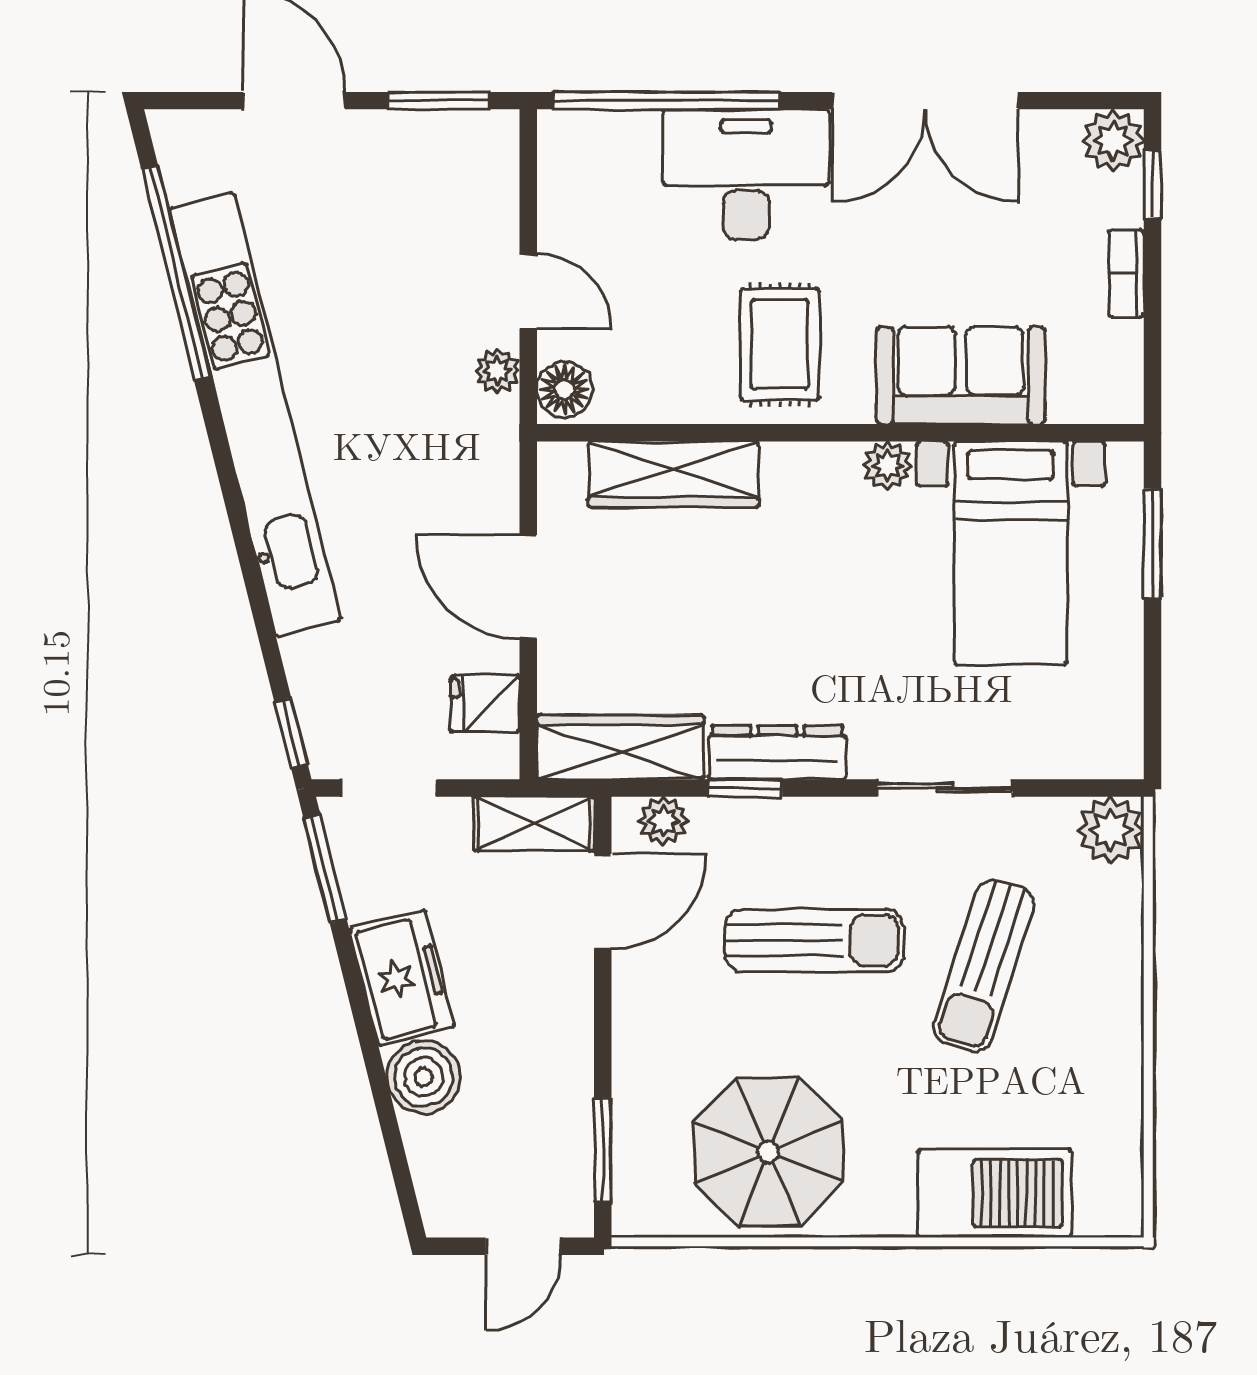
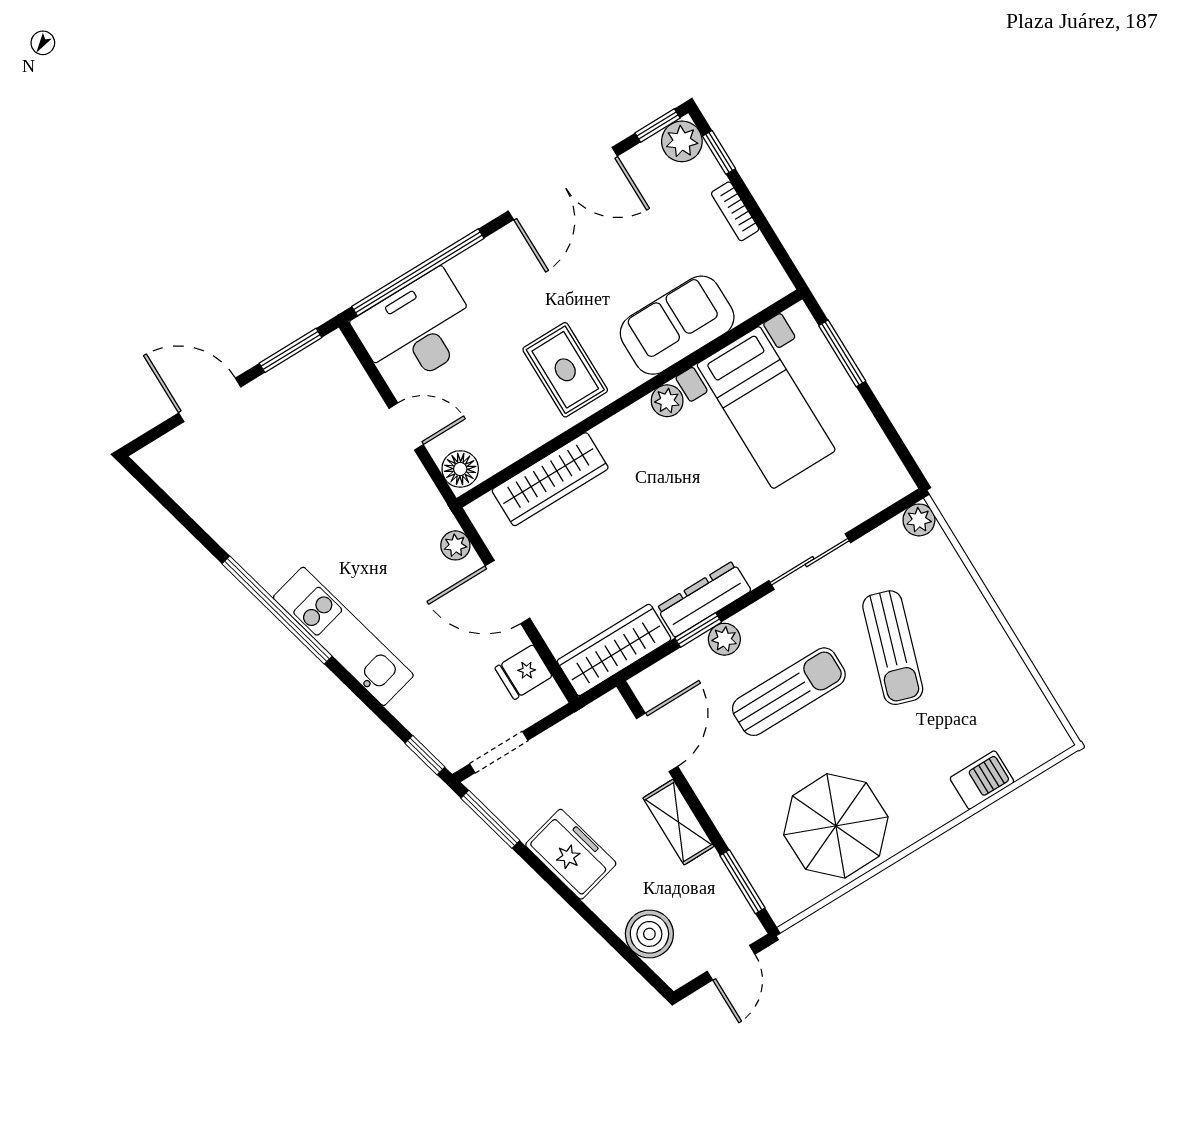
window: (1094, 101) -> (657, 126), added
desk: (746, 175) -> (417, 330), moved
window: (176, 273) -> (277, 610), moved
plant: (497, 371) -> (455, 545), moved
kitchen unit: (255, 415) -> (343, 636), width x0.54
plant: (663, 821) -> (724, 639), moved
shelving: (534, 824) -> (678, 822), moved, turned 90
plant: (1111, 830) -> (919, 520), width x0.73, depth x0.73
boiler: (424, 1077) -> (649, 934), moved
barbecue: (995, 1193) -> (982, 780), width x0.53, depth x0.65

